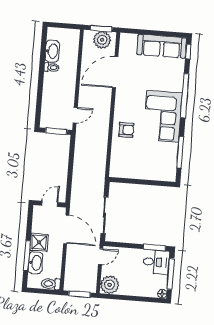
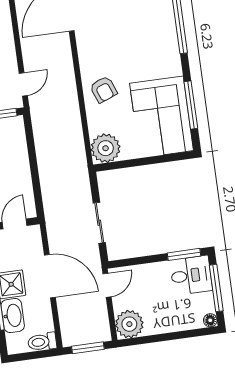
corner sofa: (163, 116) -> (162, 117), moved
armchair: (126, 130) -> (103, 89), turned 69
plant: (119, 168) -> (106, 148), added
sliding door: (105, 215) -> (99, 223), width x0.73
door: (66, 229) -> (50, 276), moved

